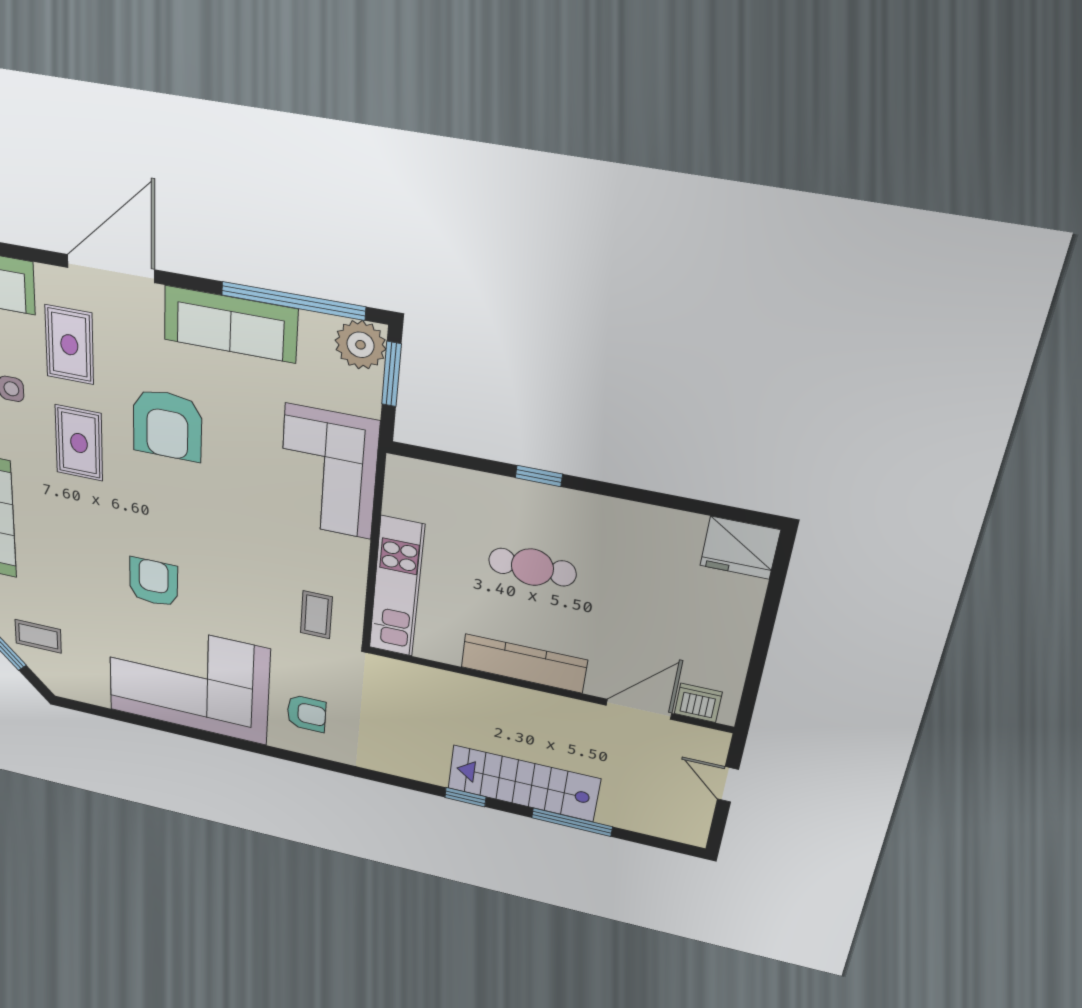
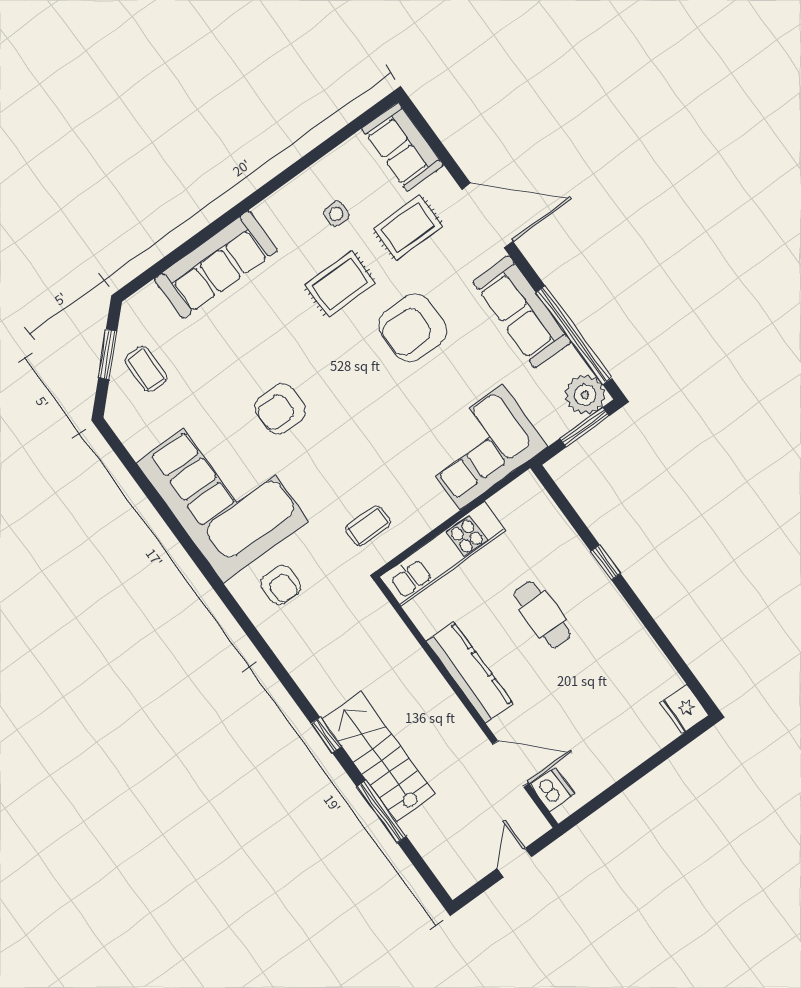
fridge: (740, 548) -> (684, 709), width x0.73, depth x0.75
armchair: (154, 582) -> (280, 409), turned 180

